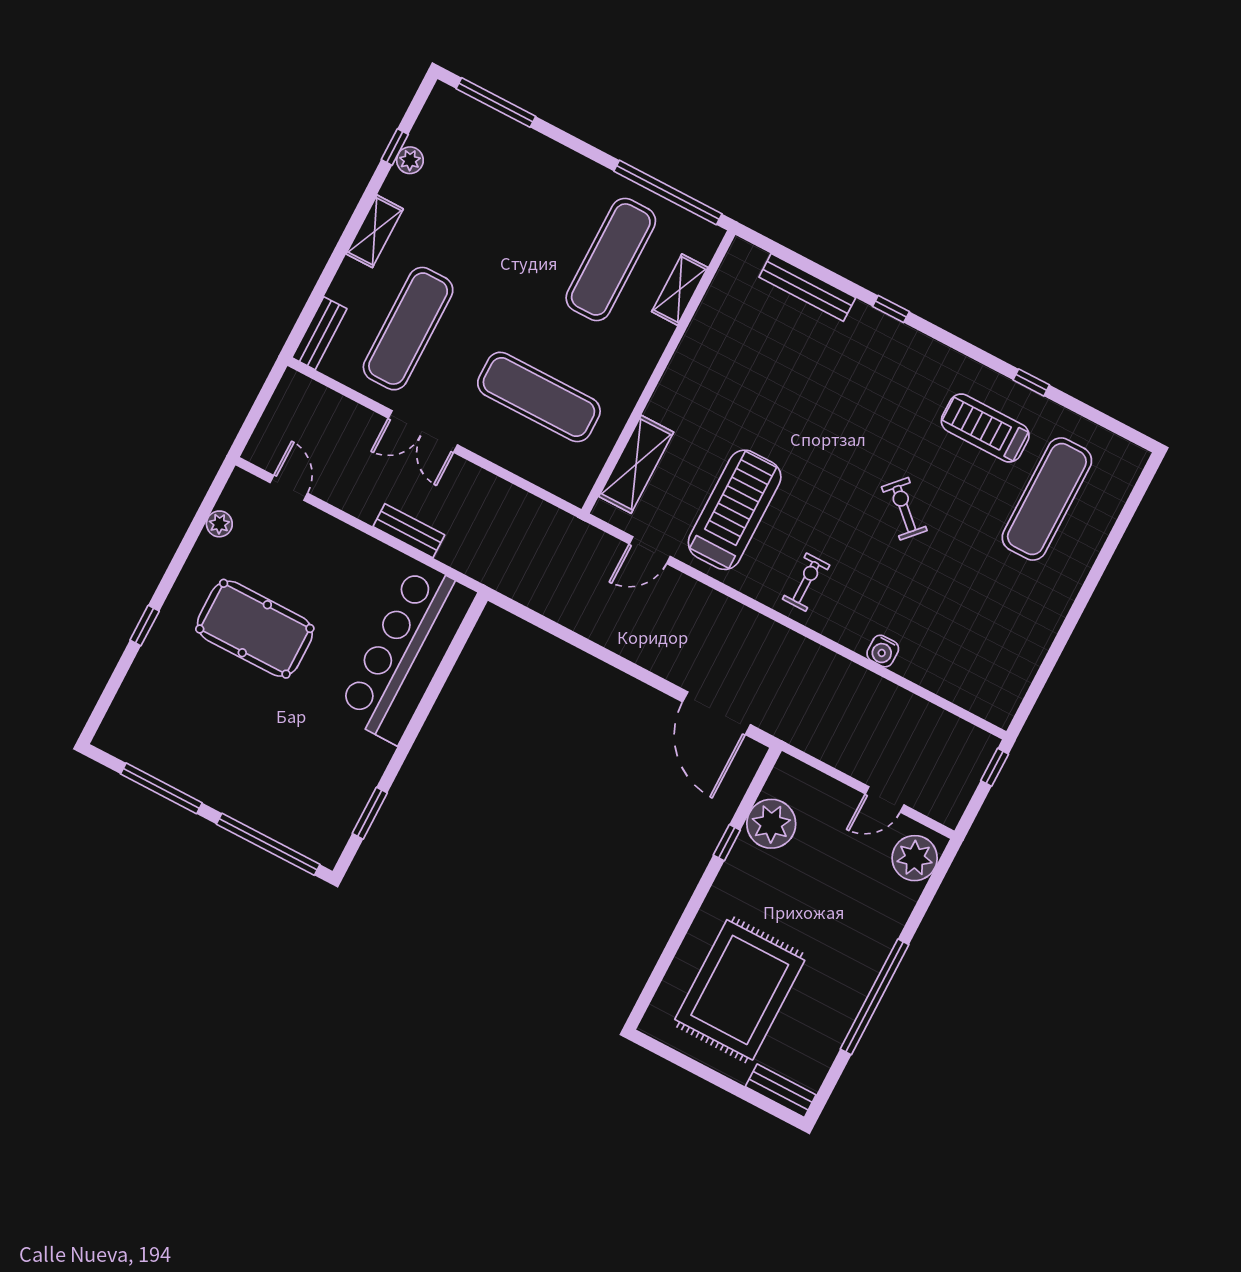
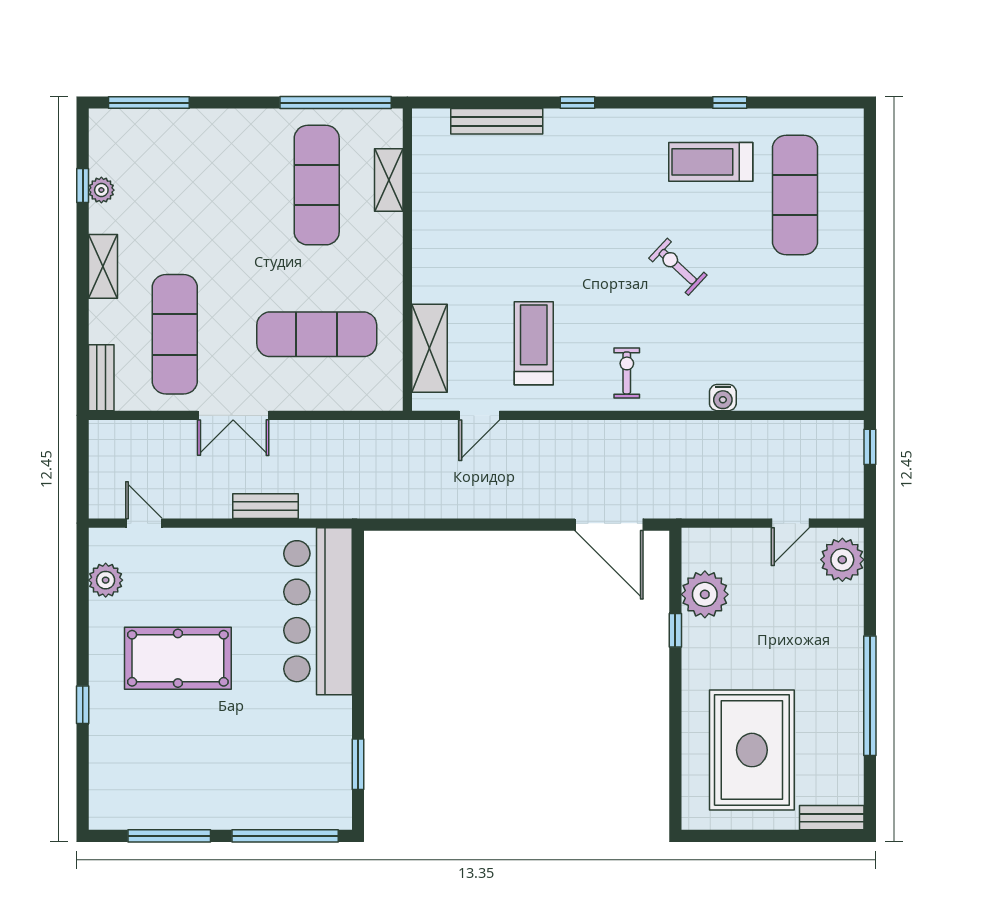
treadmill: (735, 510) -> (534, 343), width x0.73, depth x0.73
plant: (219, 524) -> (106, 580), width x1.38, depth x1.38

